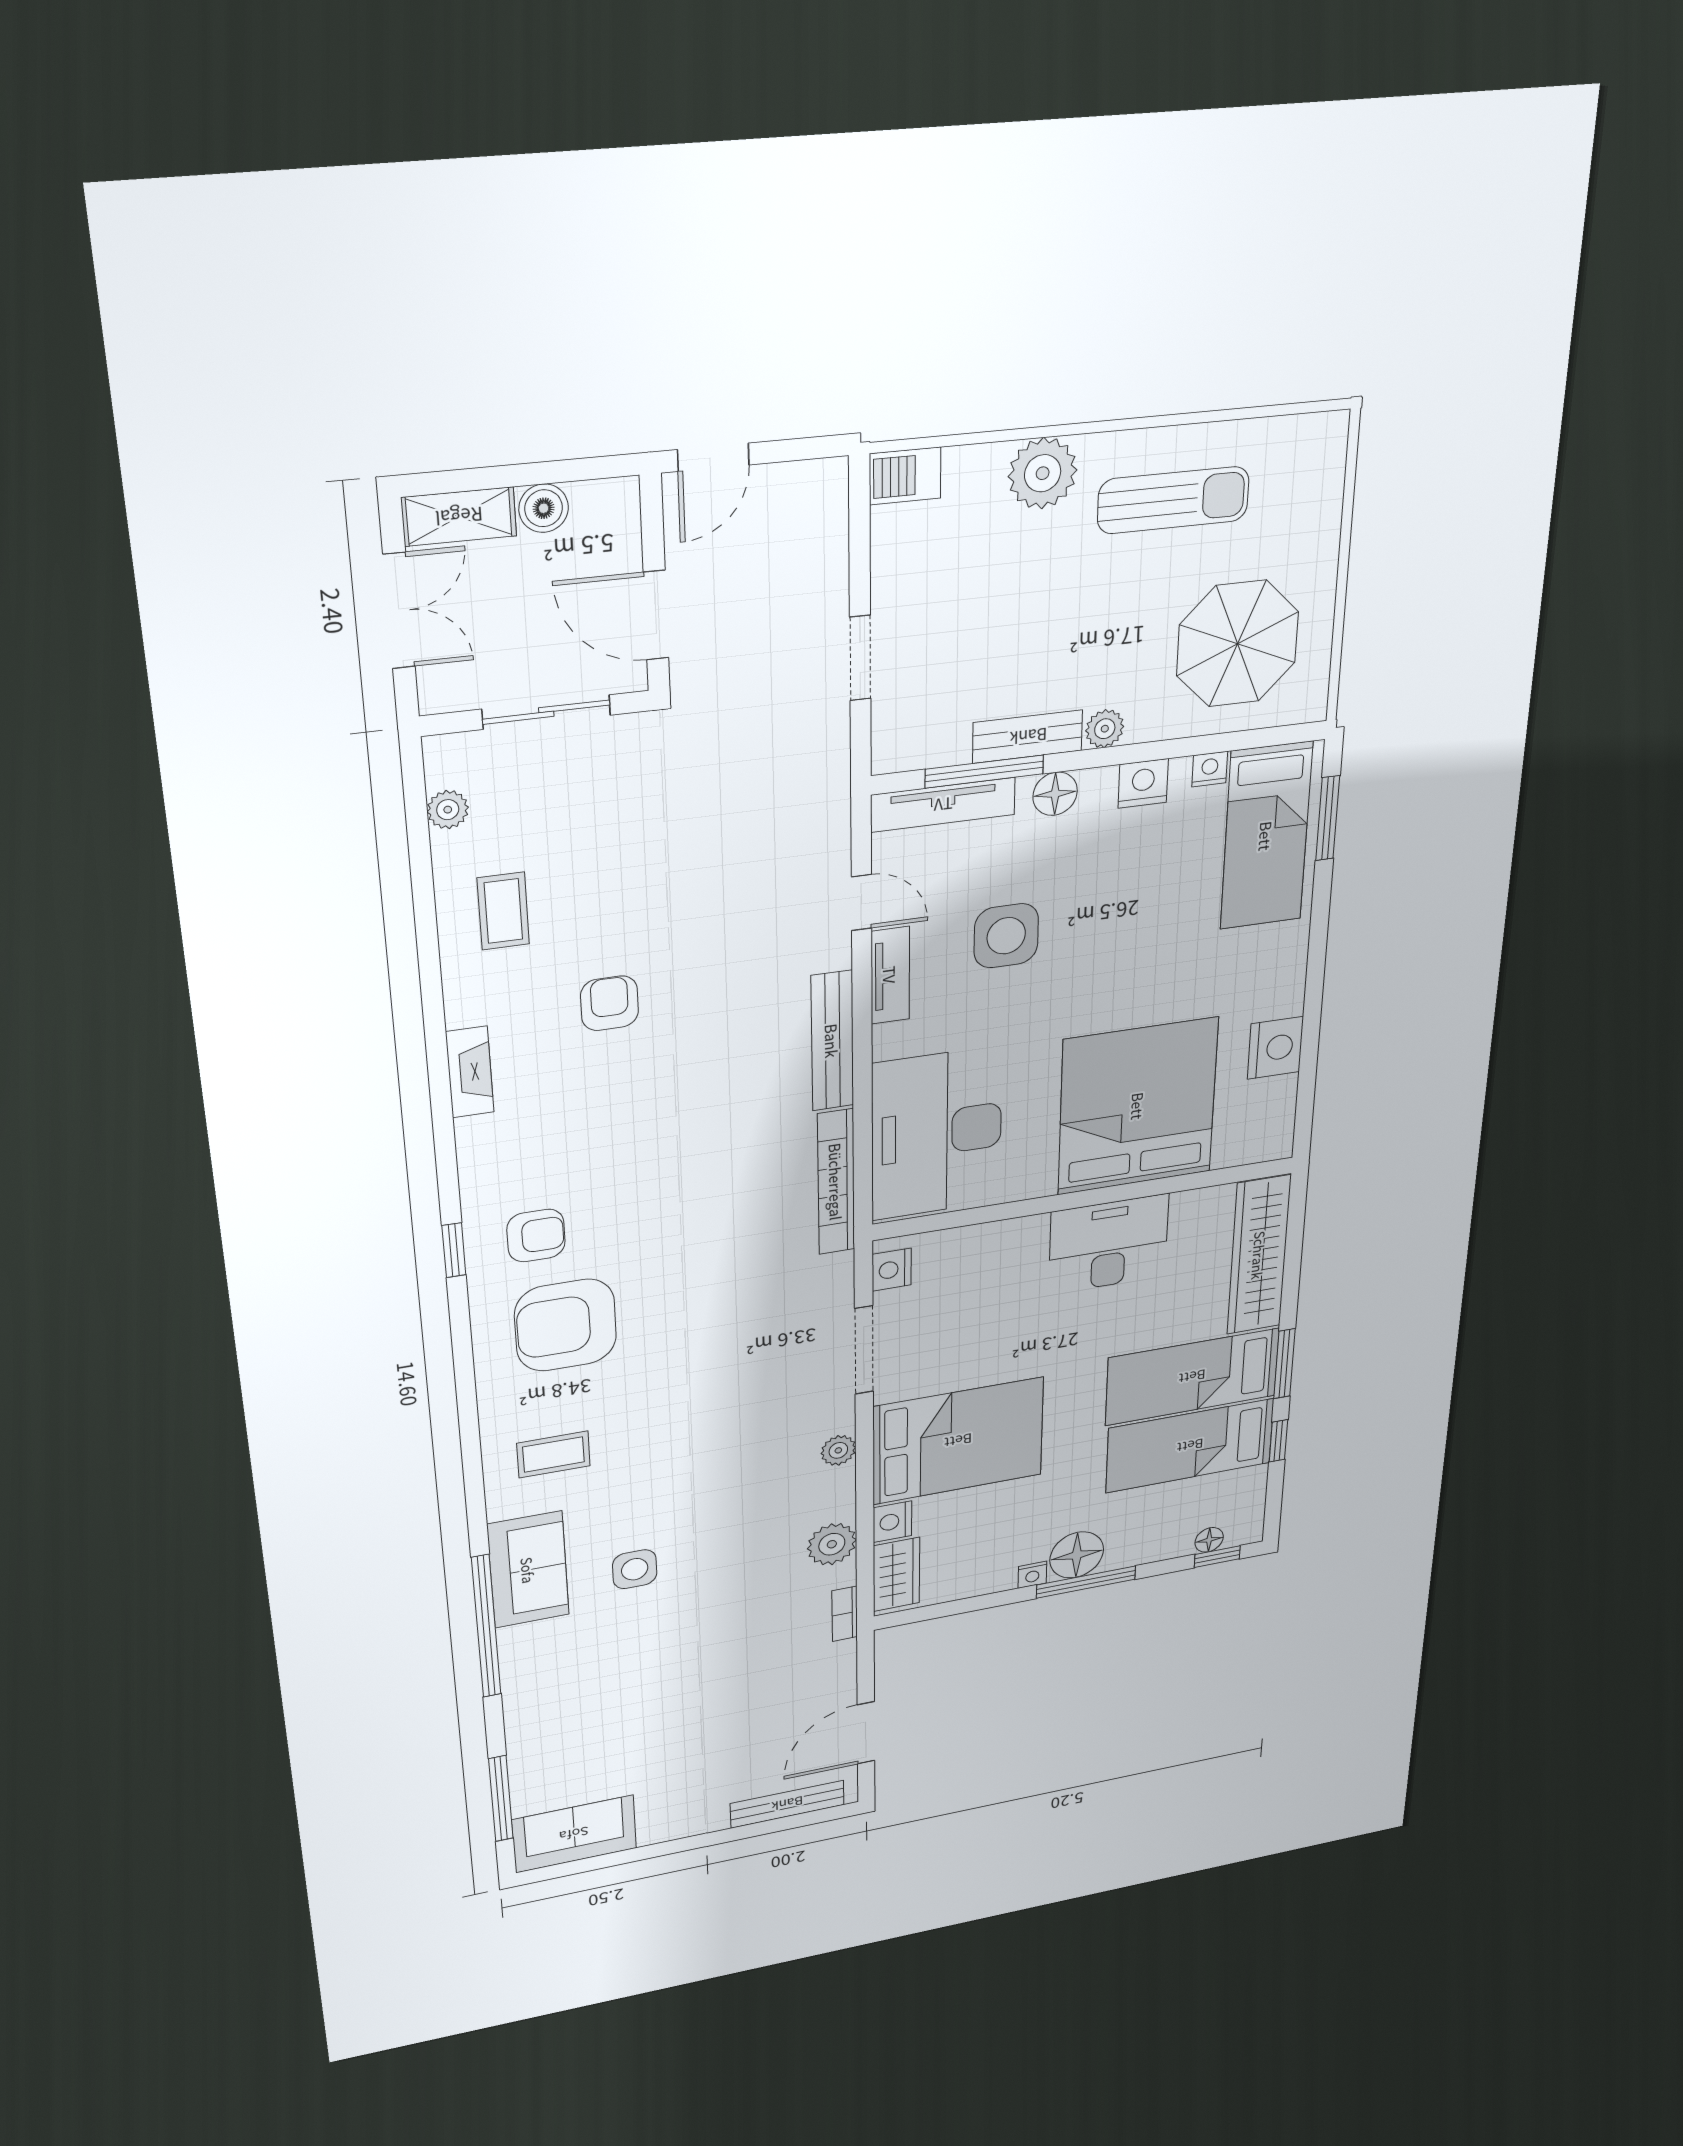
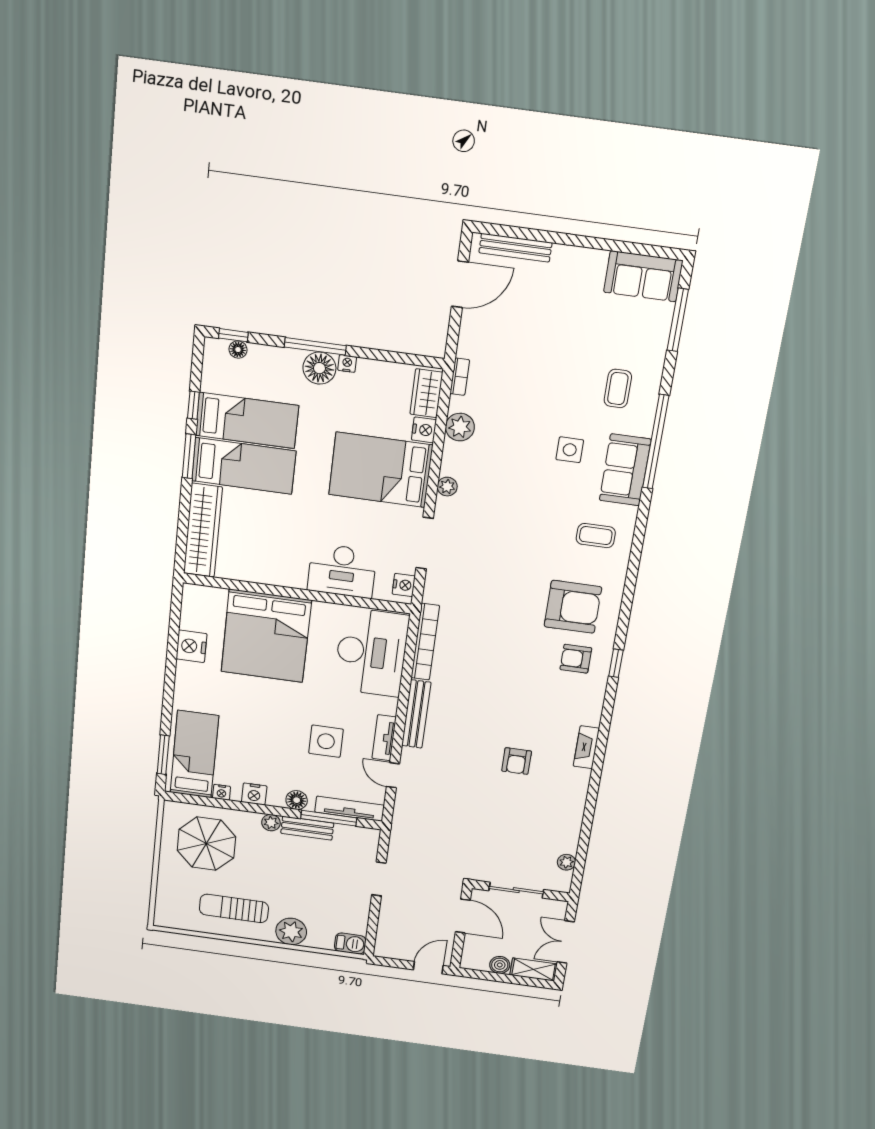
coffee table: (503, 911) -> (618, 389), moved
desk: (1109, 1244) -> (342, 571), moved

